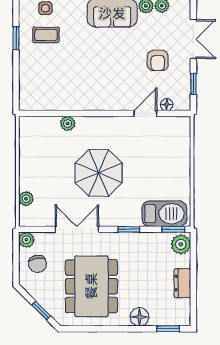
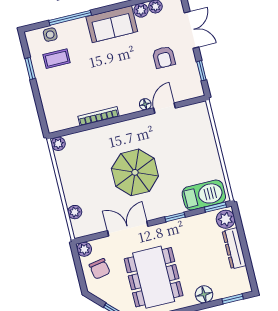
bookcase: (75, 105) -> (98, 116), added
floor lamp: (167, 105) -> (145, 104), moved
plant: (68, 124) -> (58, 144), moved
dresser: (182, 283) -> (234, 248), width x1.44

